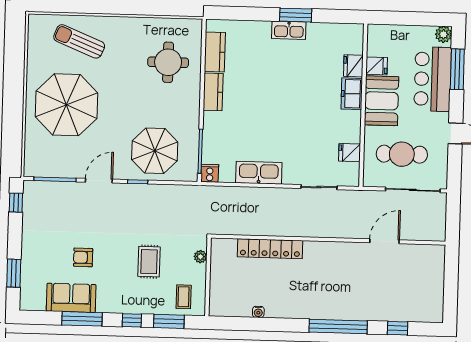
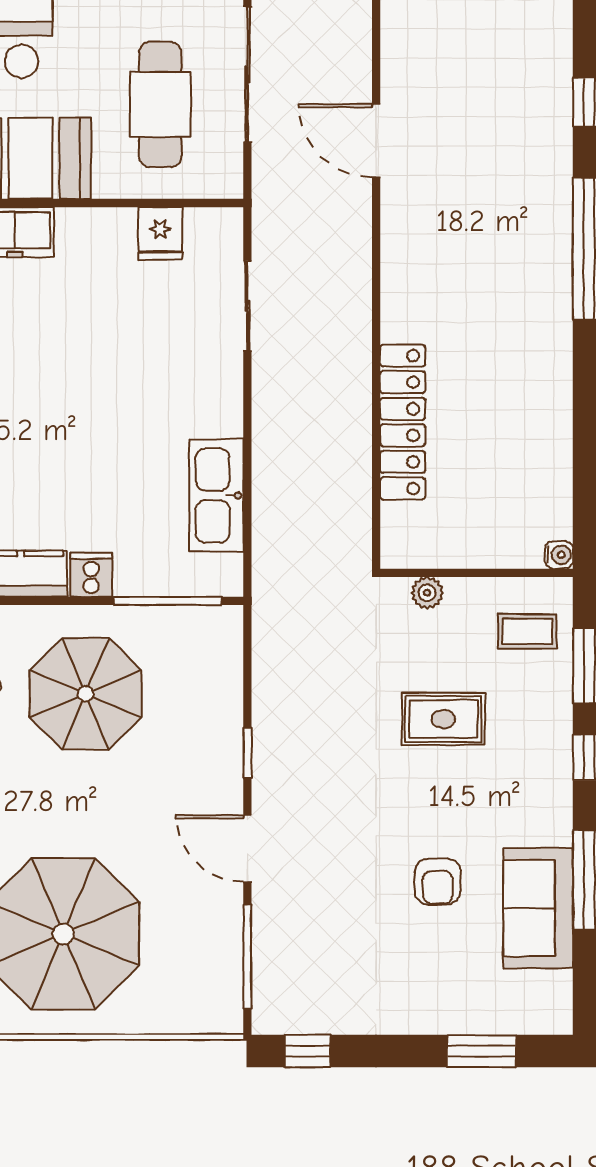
parasol: (155, 151) -> (86, 694), moved
cooker: (210, 173) -> (91, 575), moved, turned 90
kitchen sink: (259, 173) -> (216, 495), moved
water cooler: (258, 312) -> (559, 555), moved

